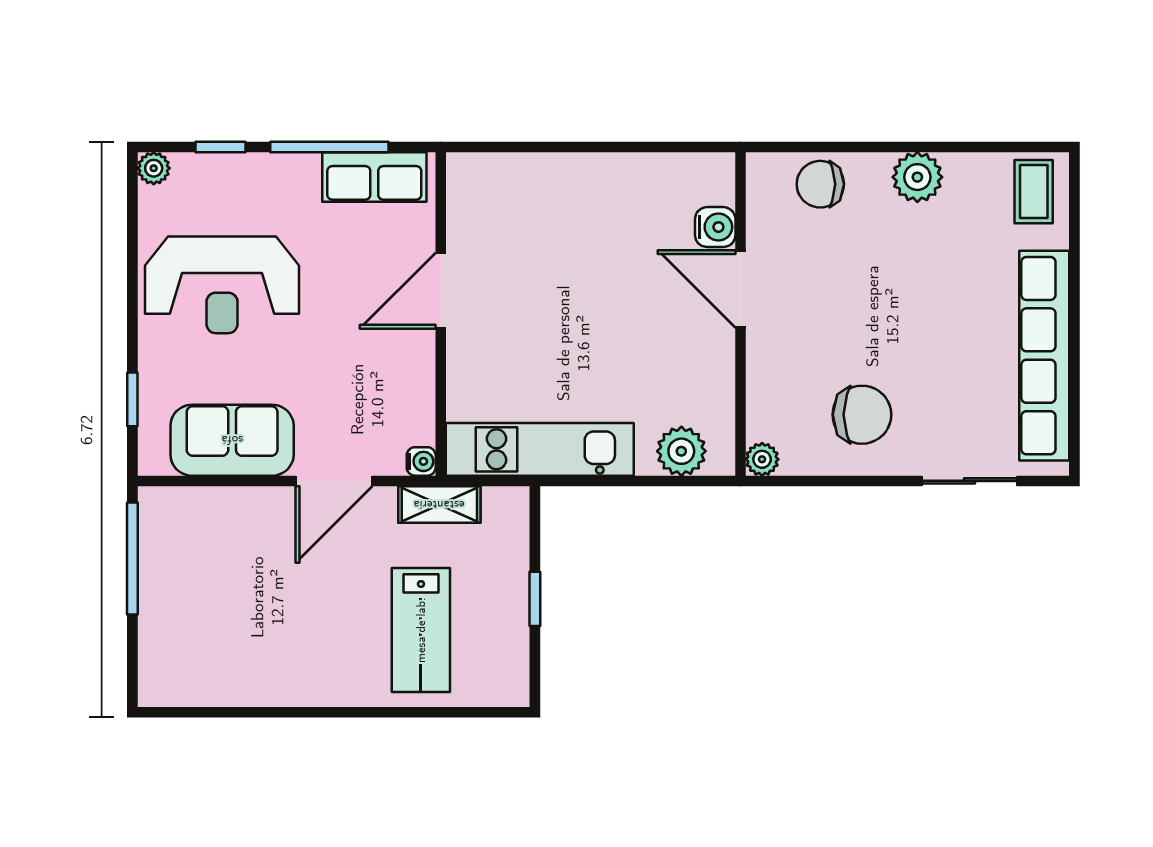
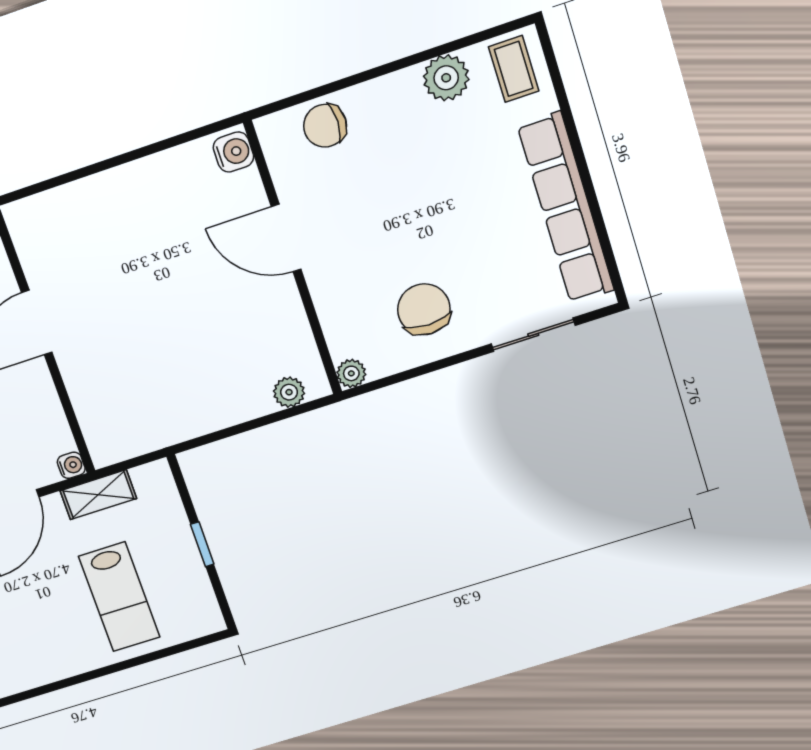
plant: (917, 177) -> (446, 78), moved
water cooler: (715, 227) -> (233, 152), moved
chair: (862, 415) -> (424, 309), turned -90
kitchen unit: (540, 449) -> (164, 425), removed
plant: (681, 451) -> (289, 392), width x0.73, depth x0.73

